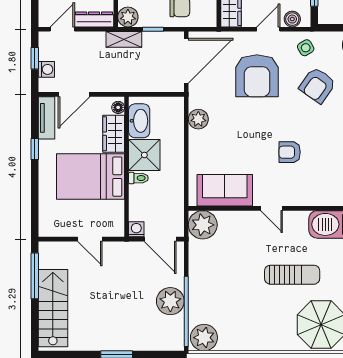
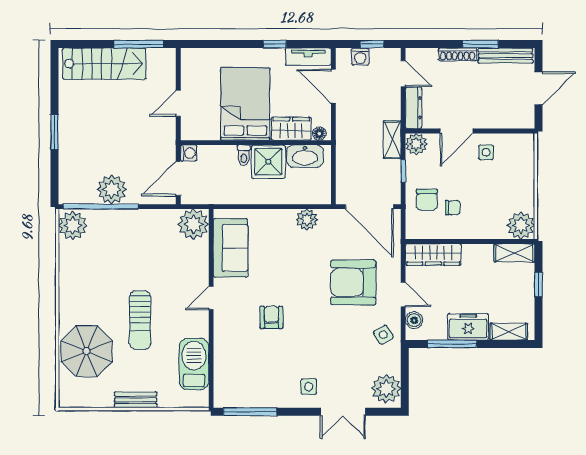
armchair: (317, 85) -> (343, 347), removed

